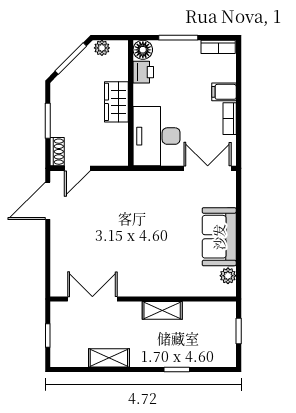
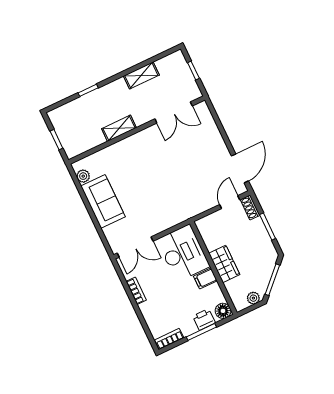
printer: (143, 72) -> (204, 319), moved, turned 90
filing cabinet: (224, 92) -> (205, 278), moved, turned 180

